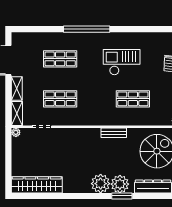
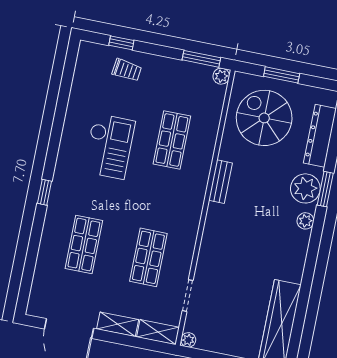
window: (87, 29) -> (44, 192), width x0.32
checkout: (122, 62) -> (109, 146), turned 180
plant: (101, 184) -> (305, 221), width x0.53, depth x0.53

